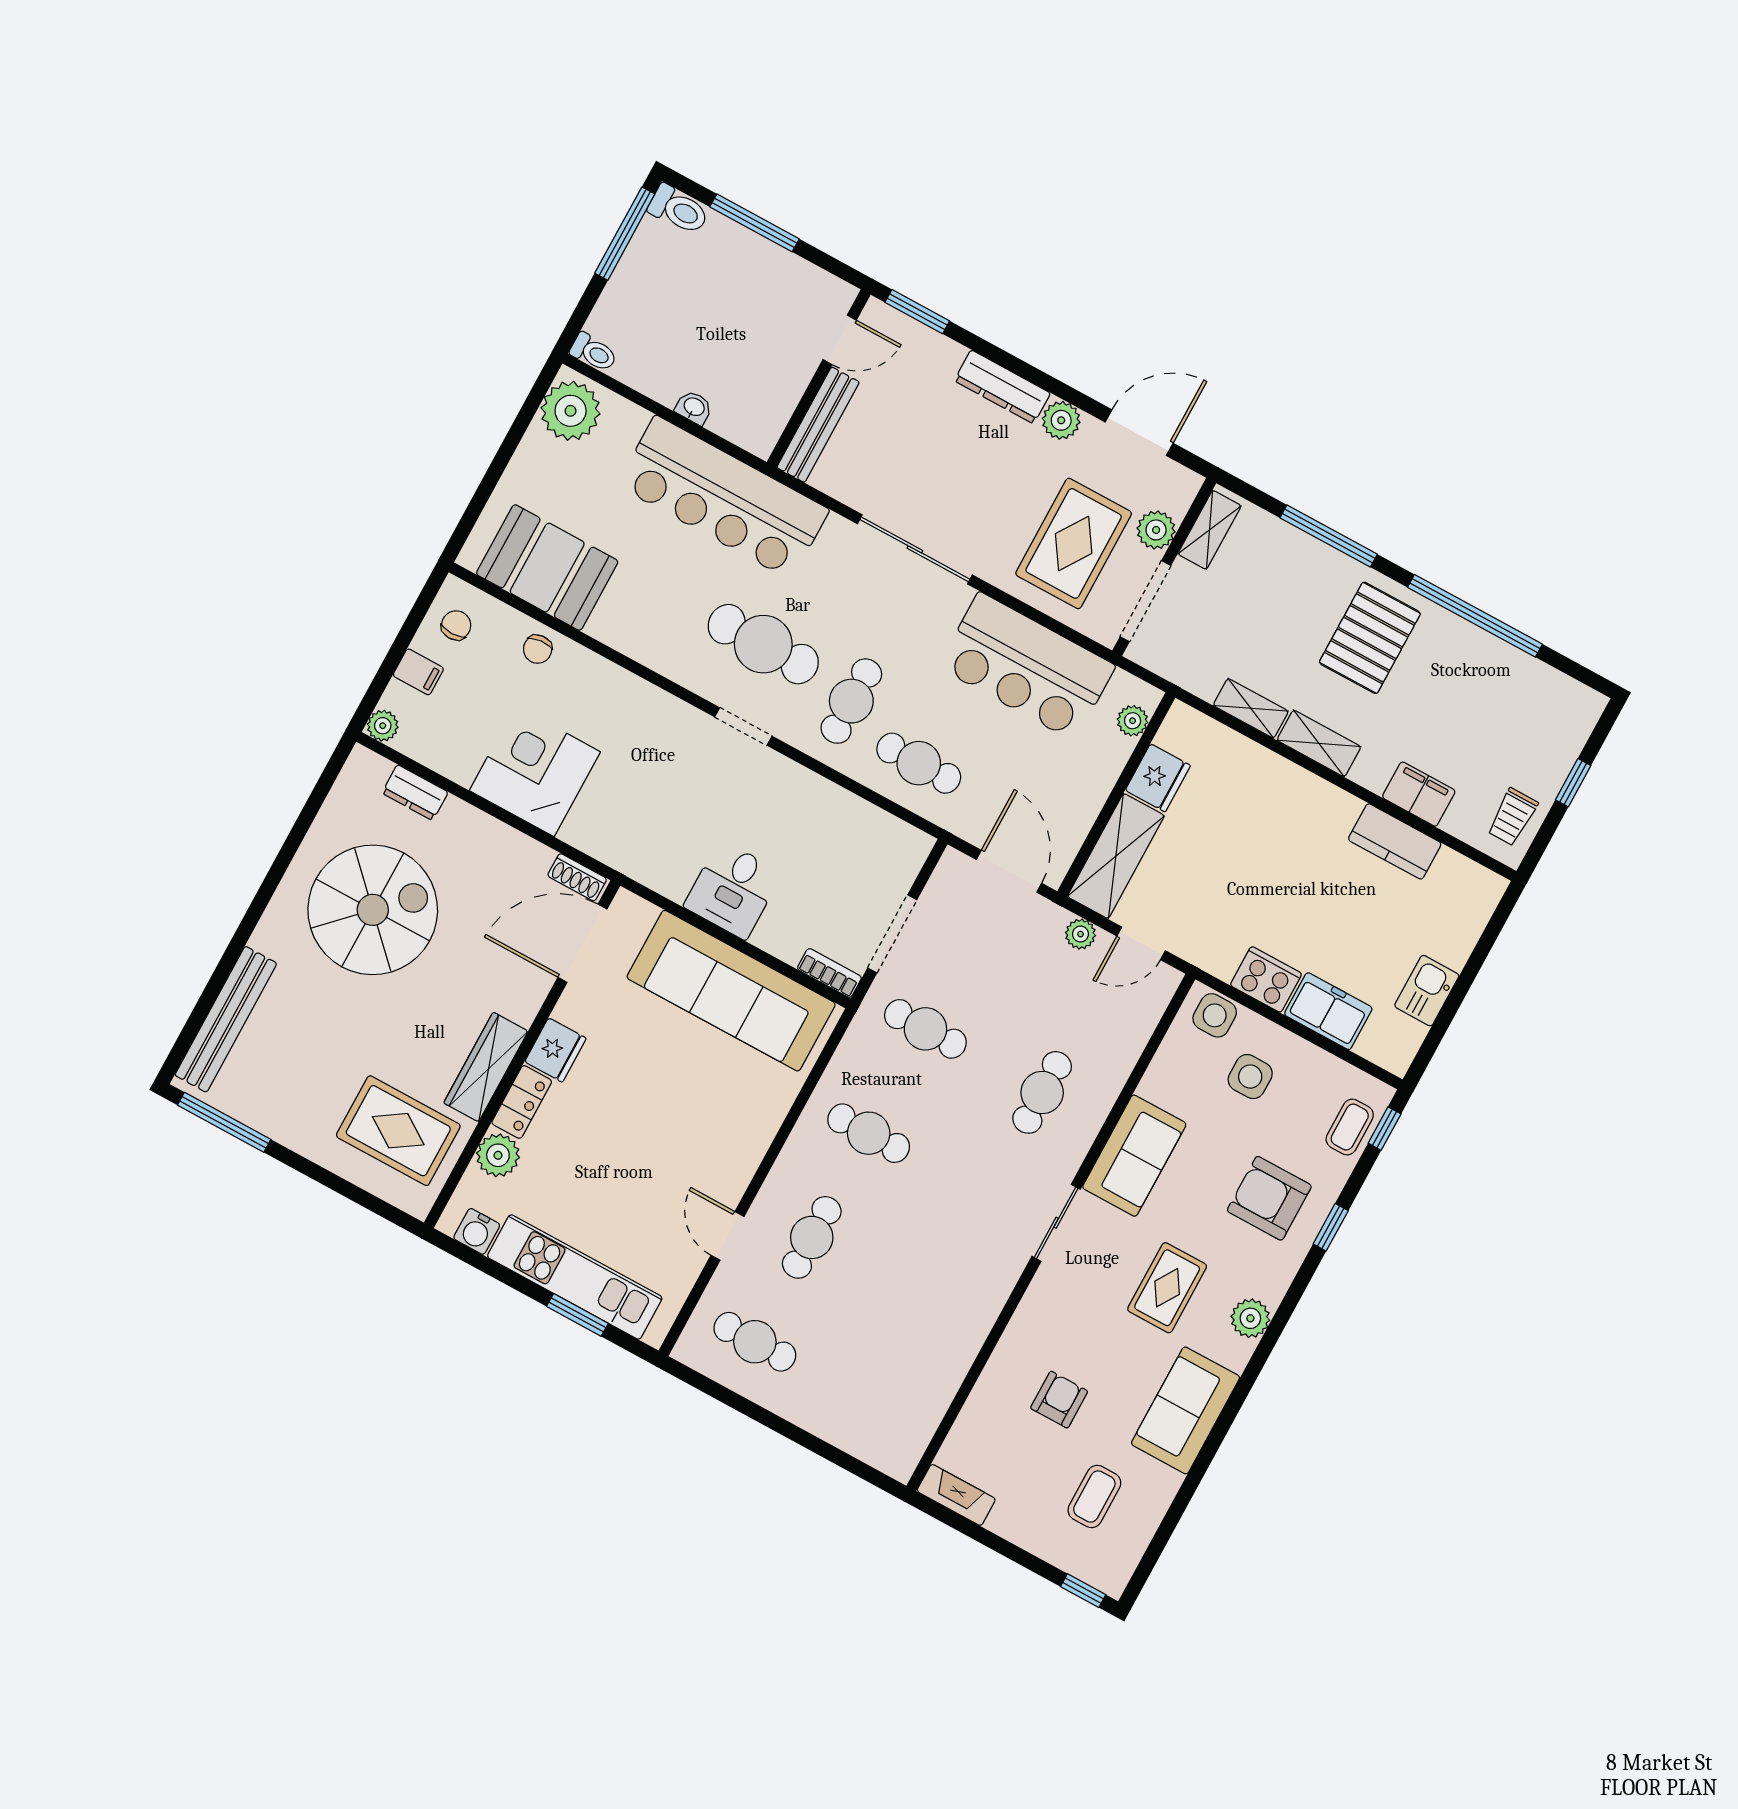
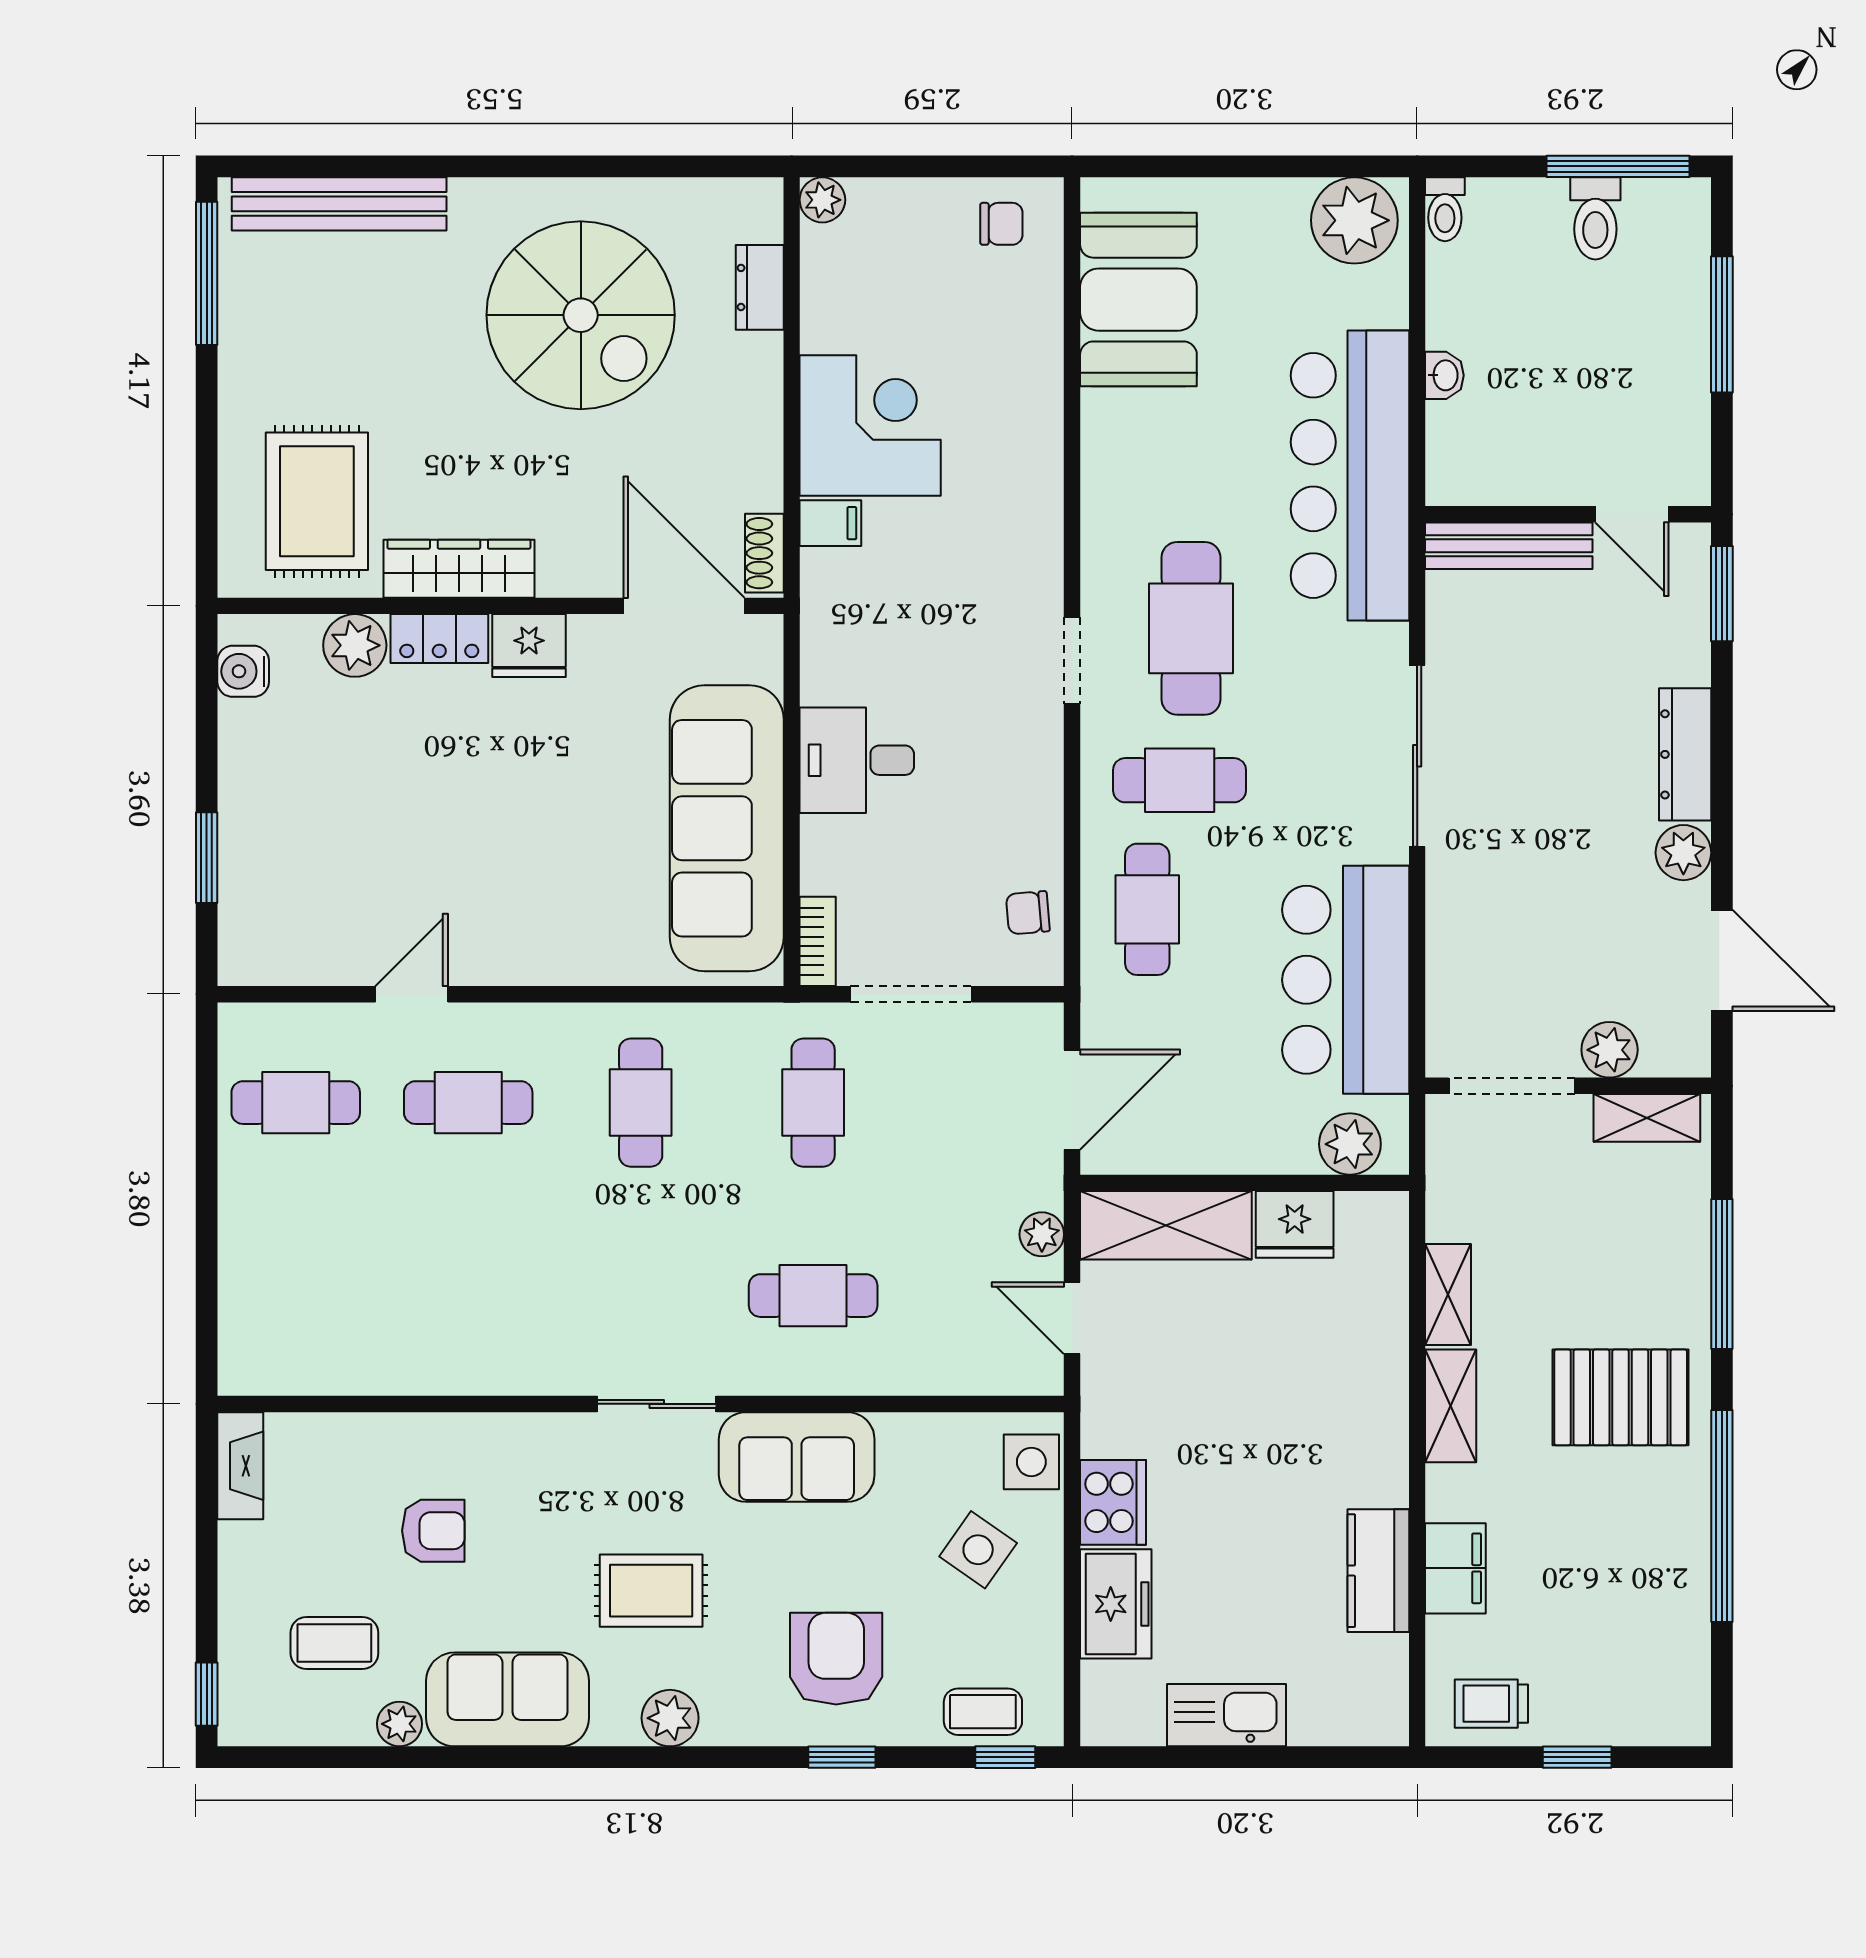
toilet: (679, 210) -> (1595, 218), moved
rug: (1074, 543) -> (1535, 954), removed
chair: (538, 649) -> (1028, 913), moved
filing cabinet: (418, 672) -> (830, 523), moved, turned -90
plant: (1133, 721) -> (1350, 1144), width x1.38, depth x1.38
kitchen sink: (1427, 991) -> (1227, 1715), width x1.38
side table: (1250, 1077) -> (978, 1550), turned 35
kitchen unit: (575, 1277) -> (253, 828), removed
cafe table: (755, 1342) -> (296, 1103), turned 90
plant: (1165, 1484) -> (399, 1724), added

